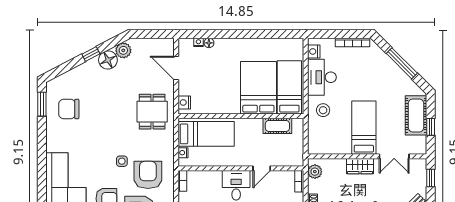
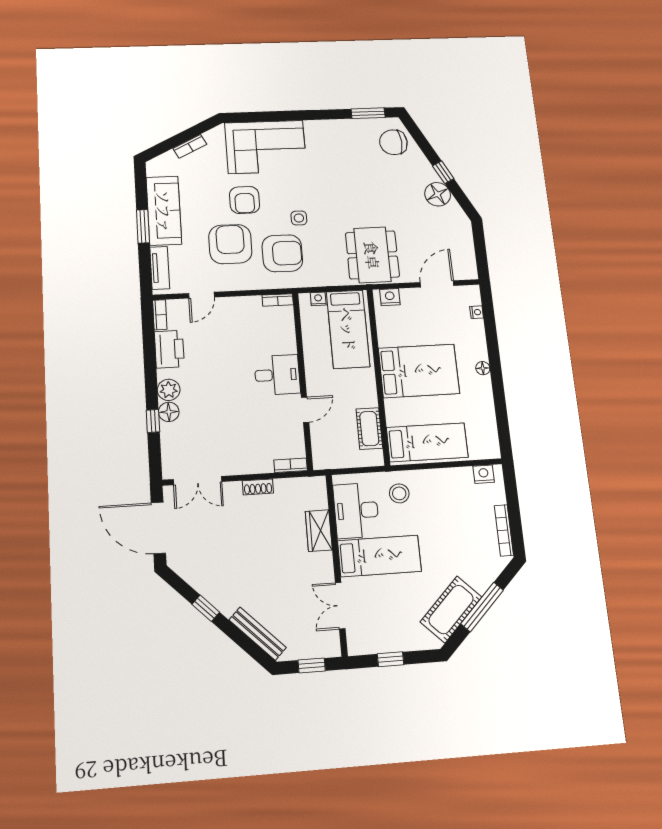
floor lamp: (209, 43) -> (483, 368), moved
plant: (123, 50) -> (453, 214), removed
desk: (322, 77) -> (356, 510), moved, turned -90
bed: (258, 88) -> (419, 371), moved
chair: (69, 109) -> (393, 142), moved, turned -93
dining table: (152, 112) -> (372, 255), width x1.37
cot: (416, 115) -> (451, 609), moved, turned -45
wardrobe: (360, 166) -> (319, 531), moved
door: (262, 168) -> (305, 410), swing flipped
plant: (315, 172) -> (307, 487), removed

